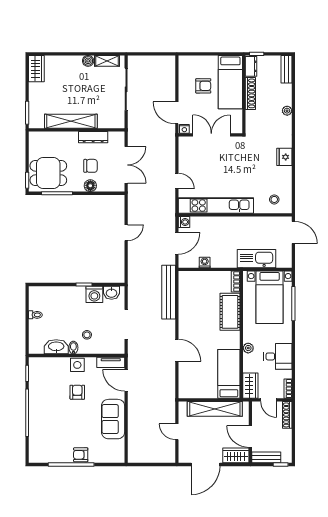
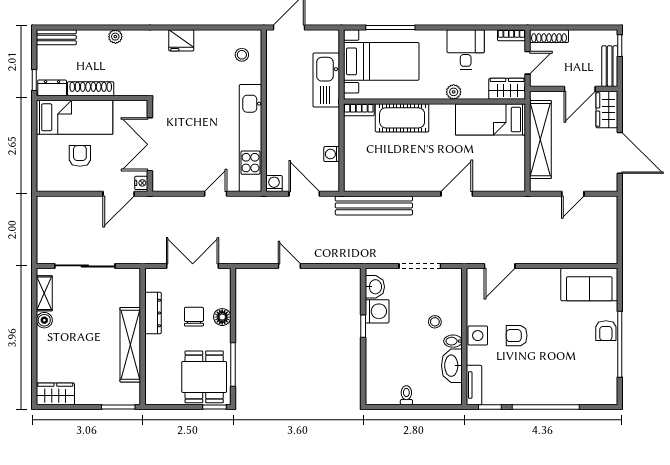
tv unit: (111, 362) -> (474, 385), moved
sofa: (113, 419) -> (589, 285), moved

